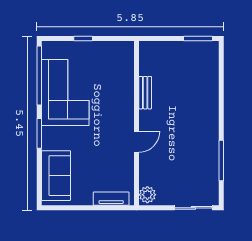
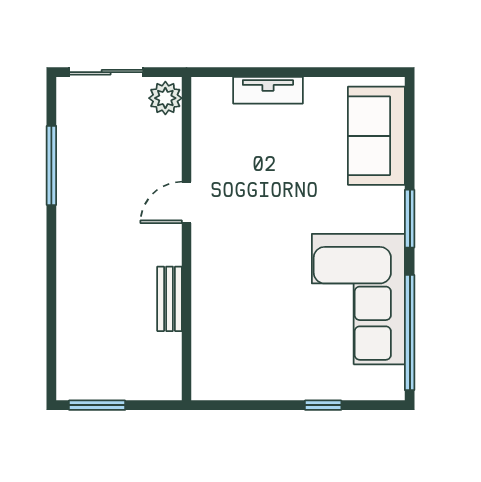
bench: (145, 93) -> (170, 299), moved
wall: (137, 123) -> (187, 239), moved
door: (137, 142) -> (187, 202), moved
plant: (147, 195) -> (165, 98), moved

